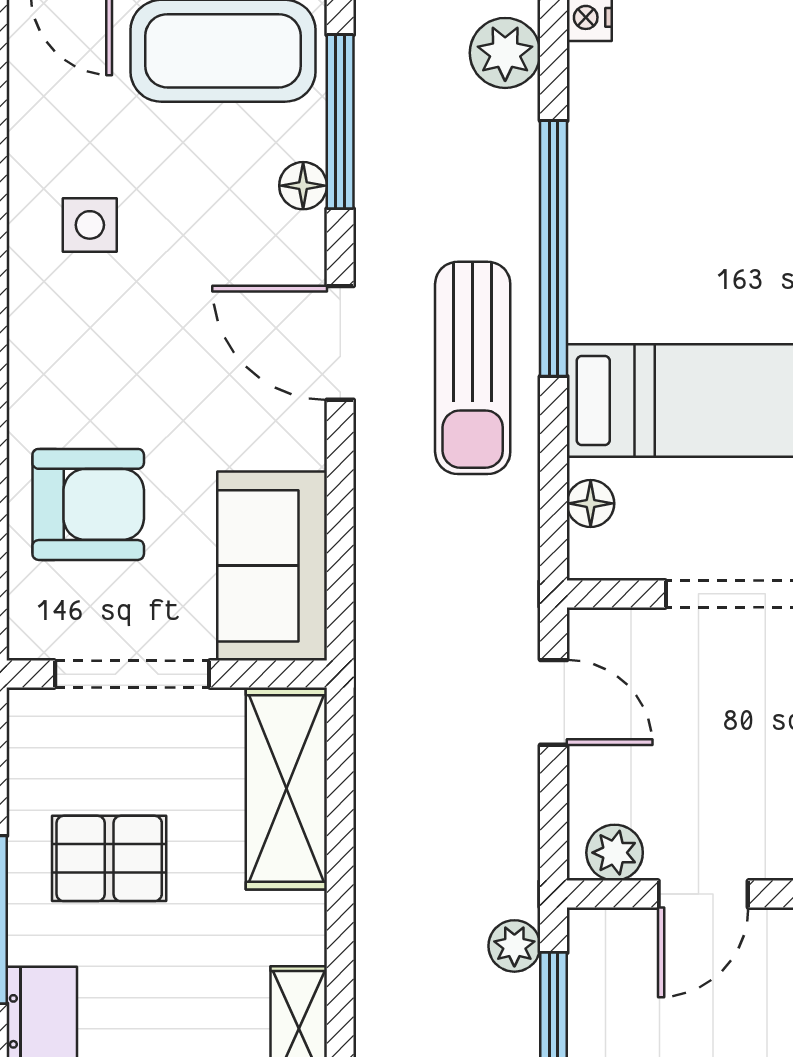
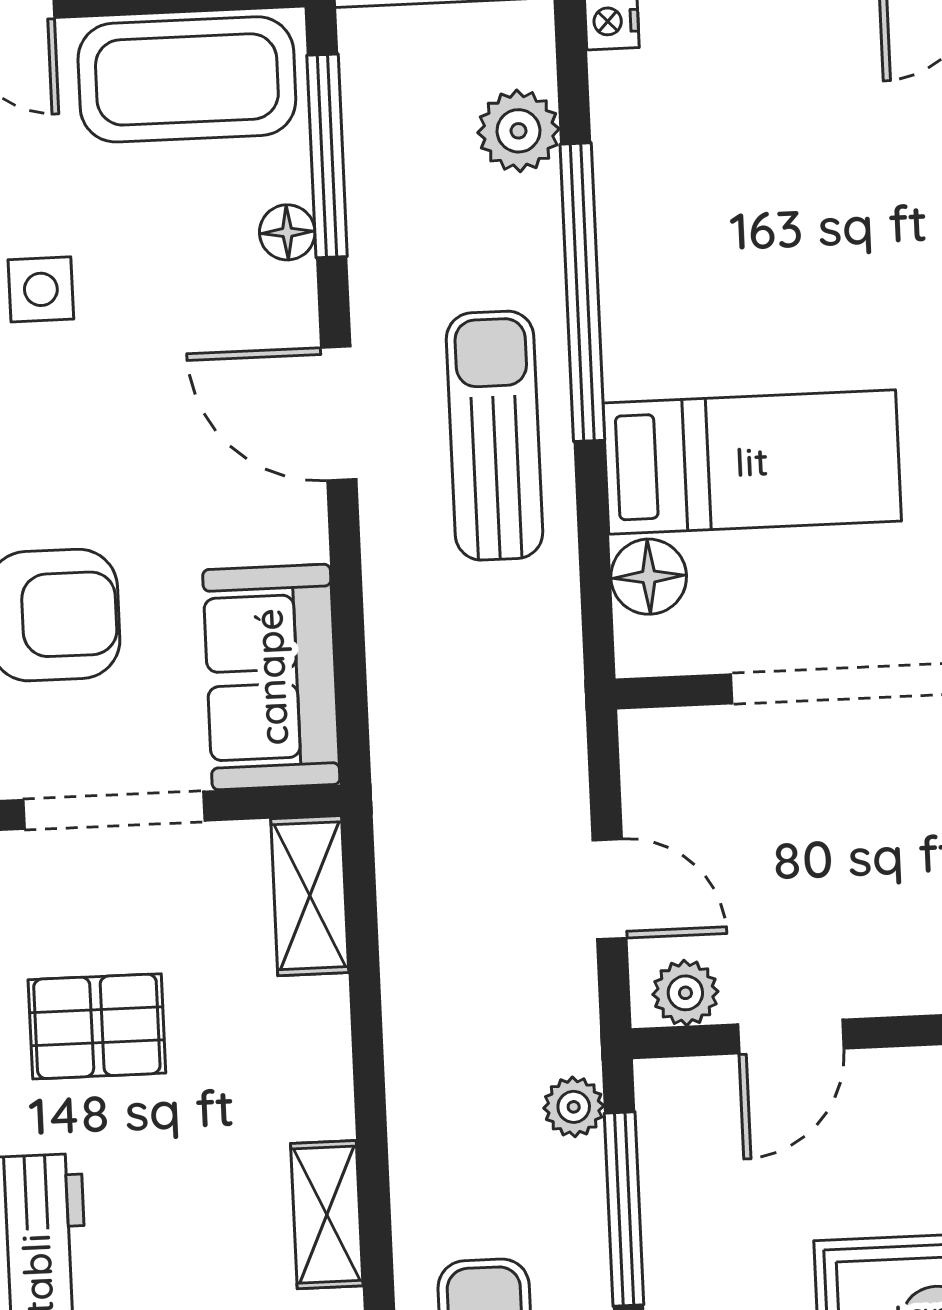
plant: (505, 53) -> (519, 131), moved
sun lounger: (473, 368) -> (495, 436), turned 180
floor lamp: (591, 503) -> (649, 577), width x1.37, depth x1.37
door: (554, 702) -> (609, 889), moved
shelving: (286, 788) -> (310, 896), width x0.67, depth x0.75

